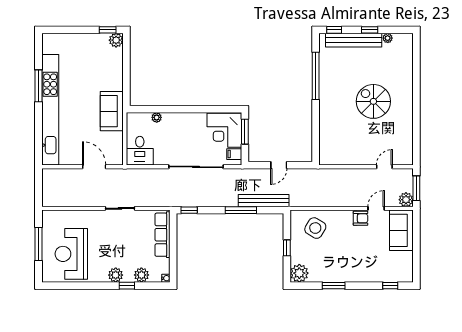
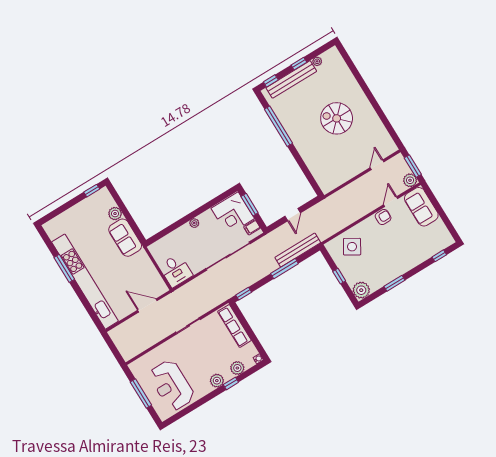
plant: (116, 40) -> (115, 214), moved
sofa: (112, 111) -> (125, 238), moved
plant: (157, 117) -> (194, 223), moved

